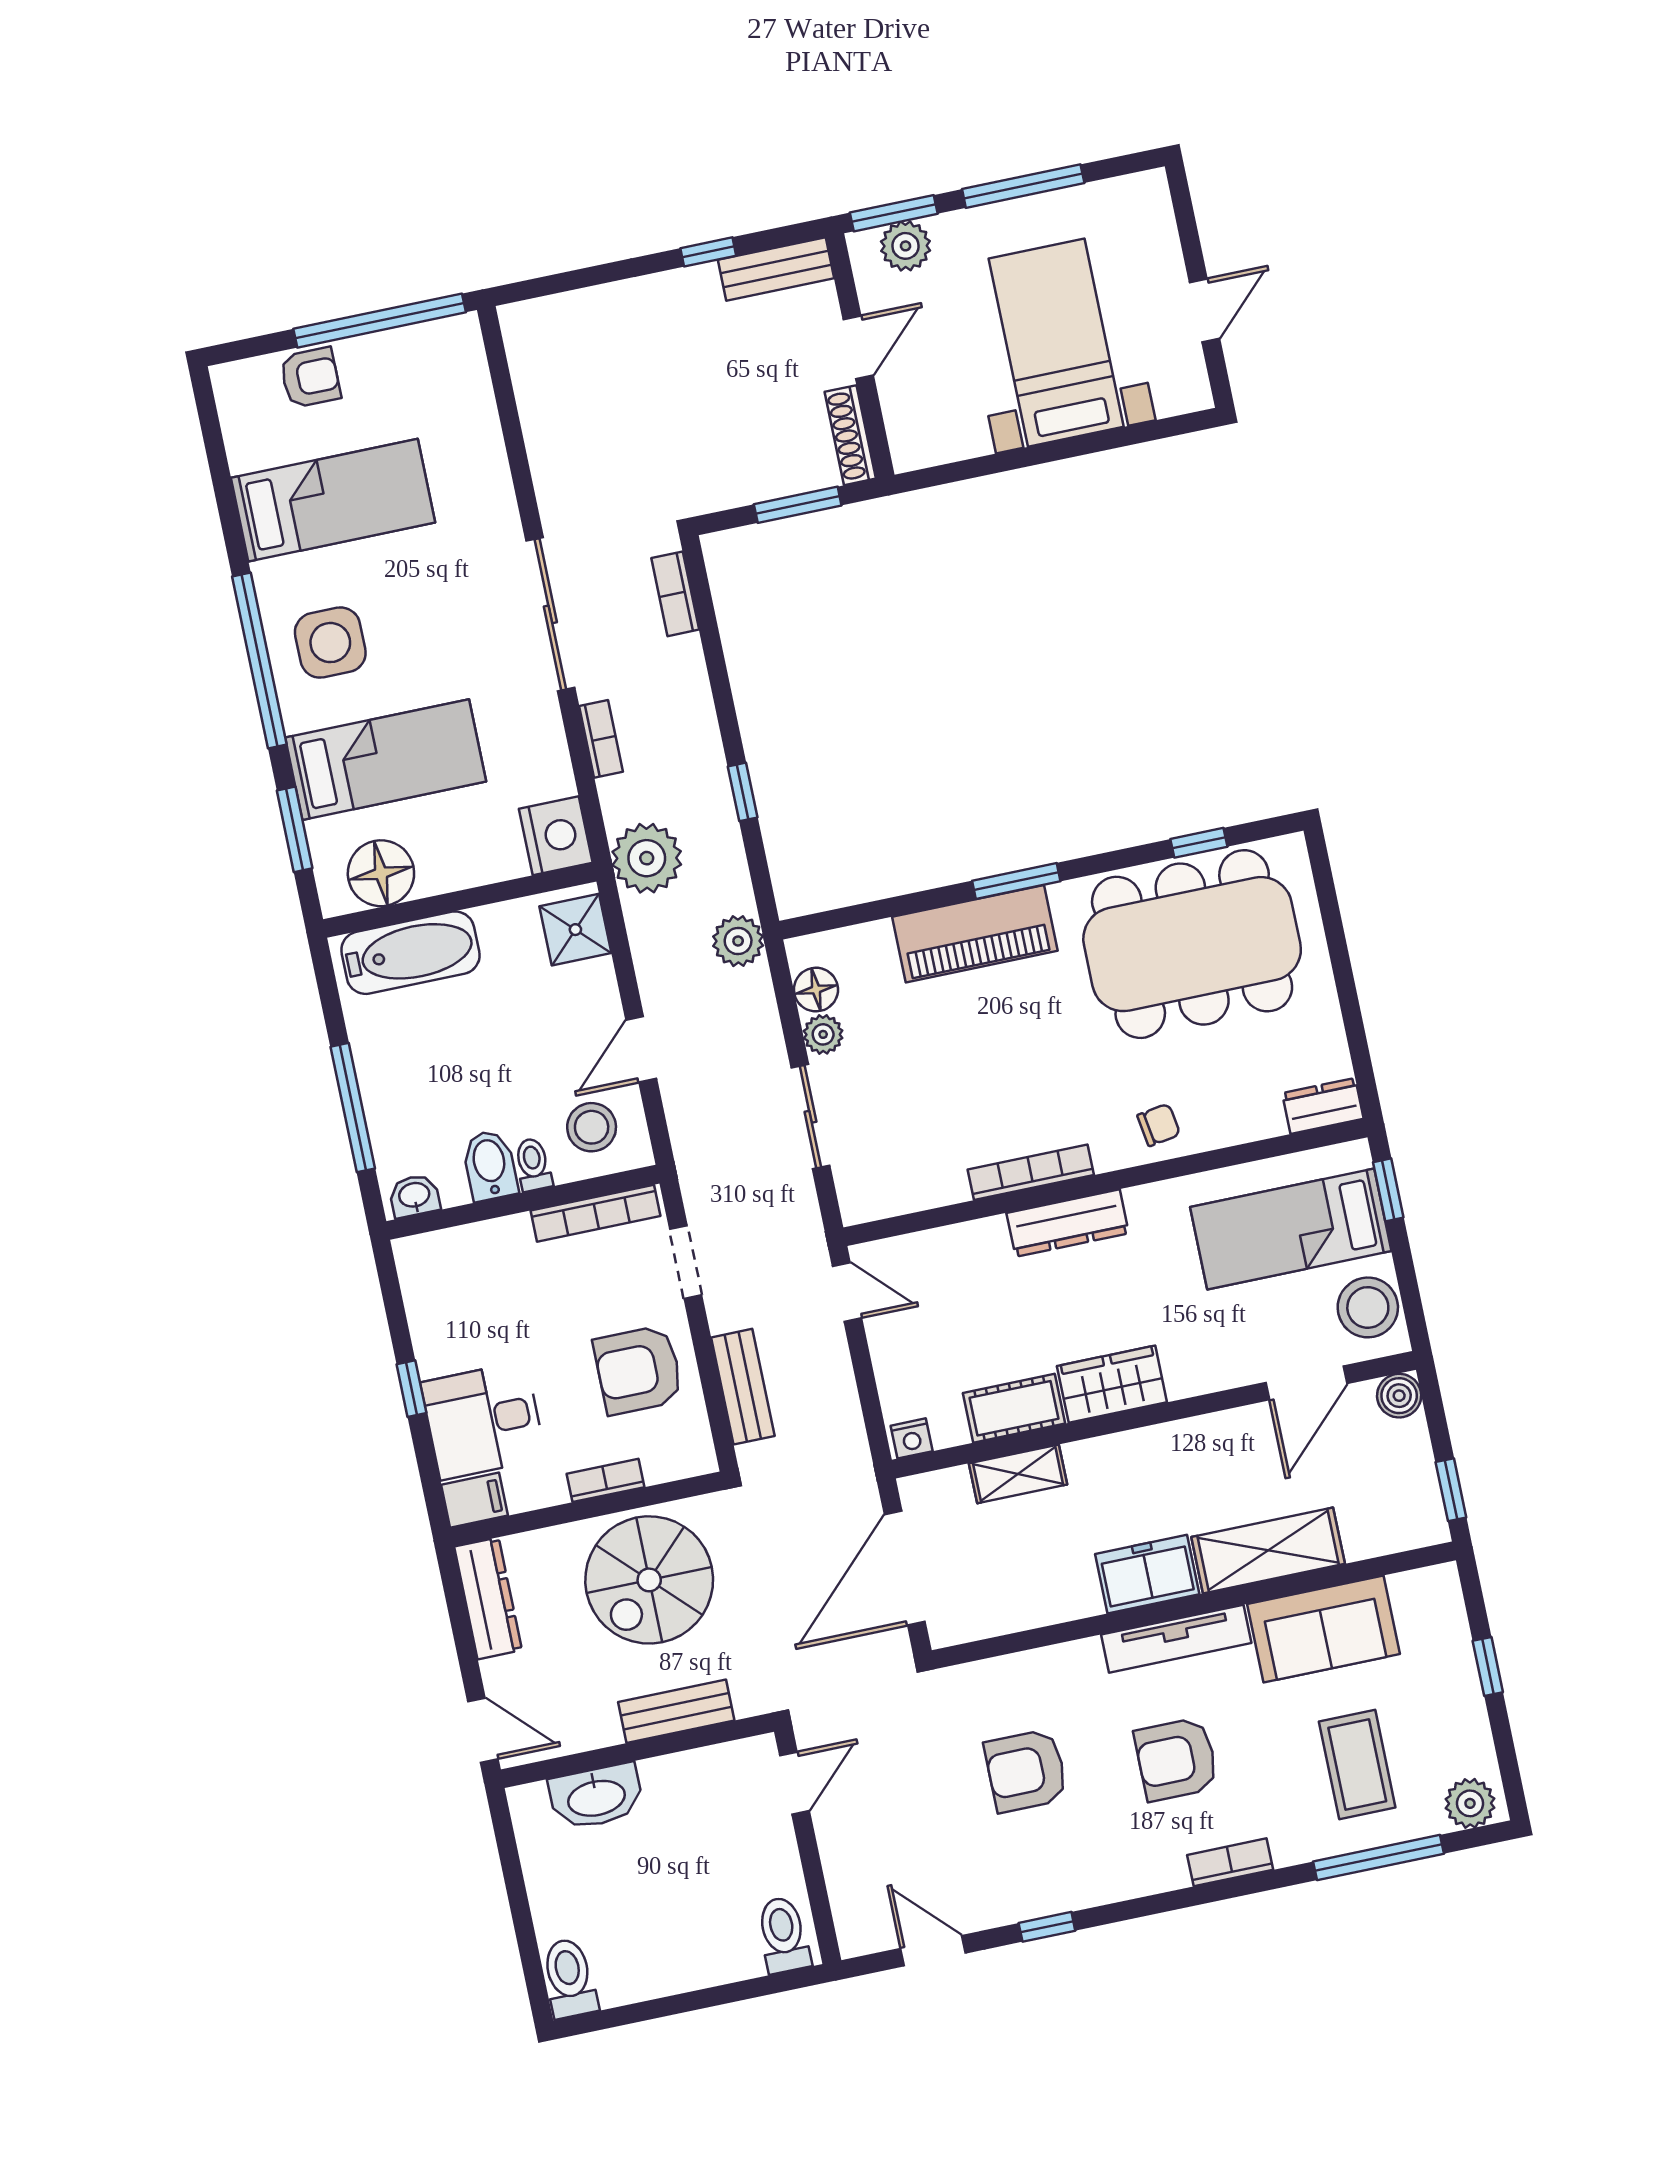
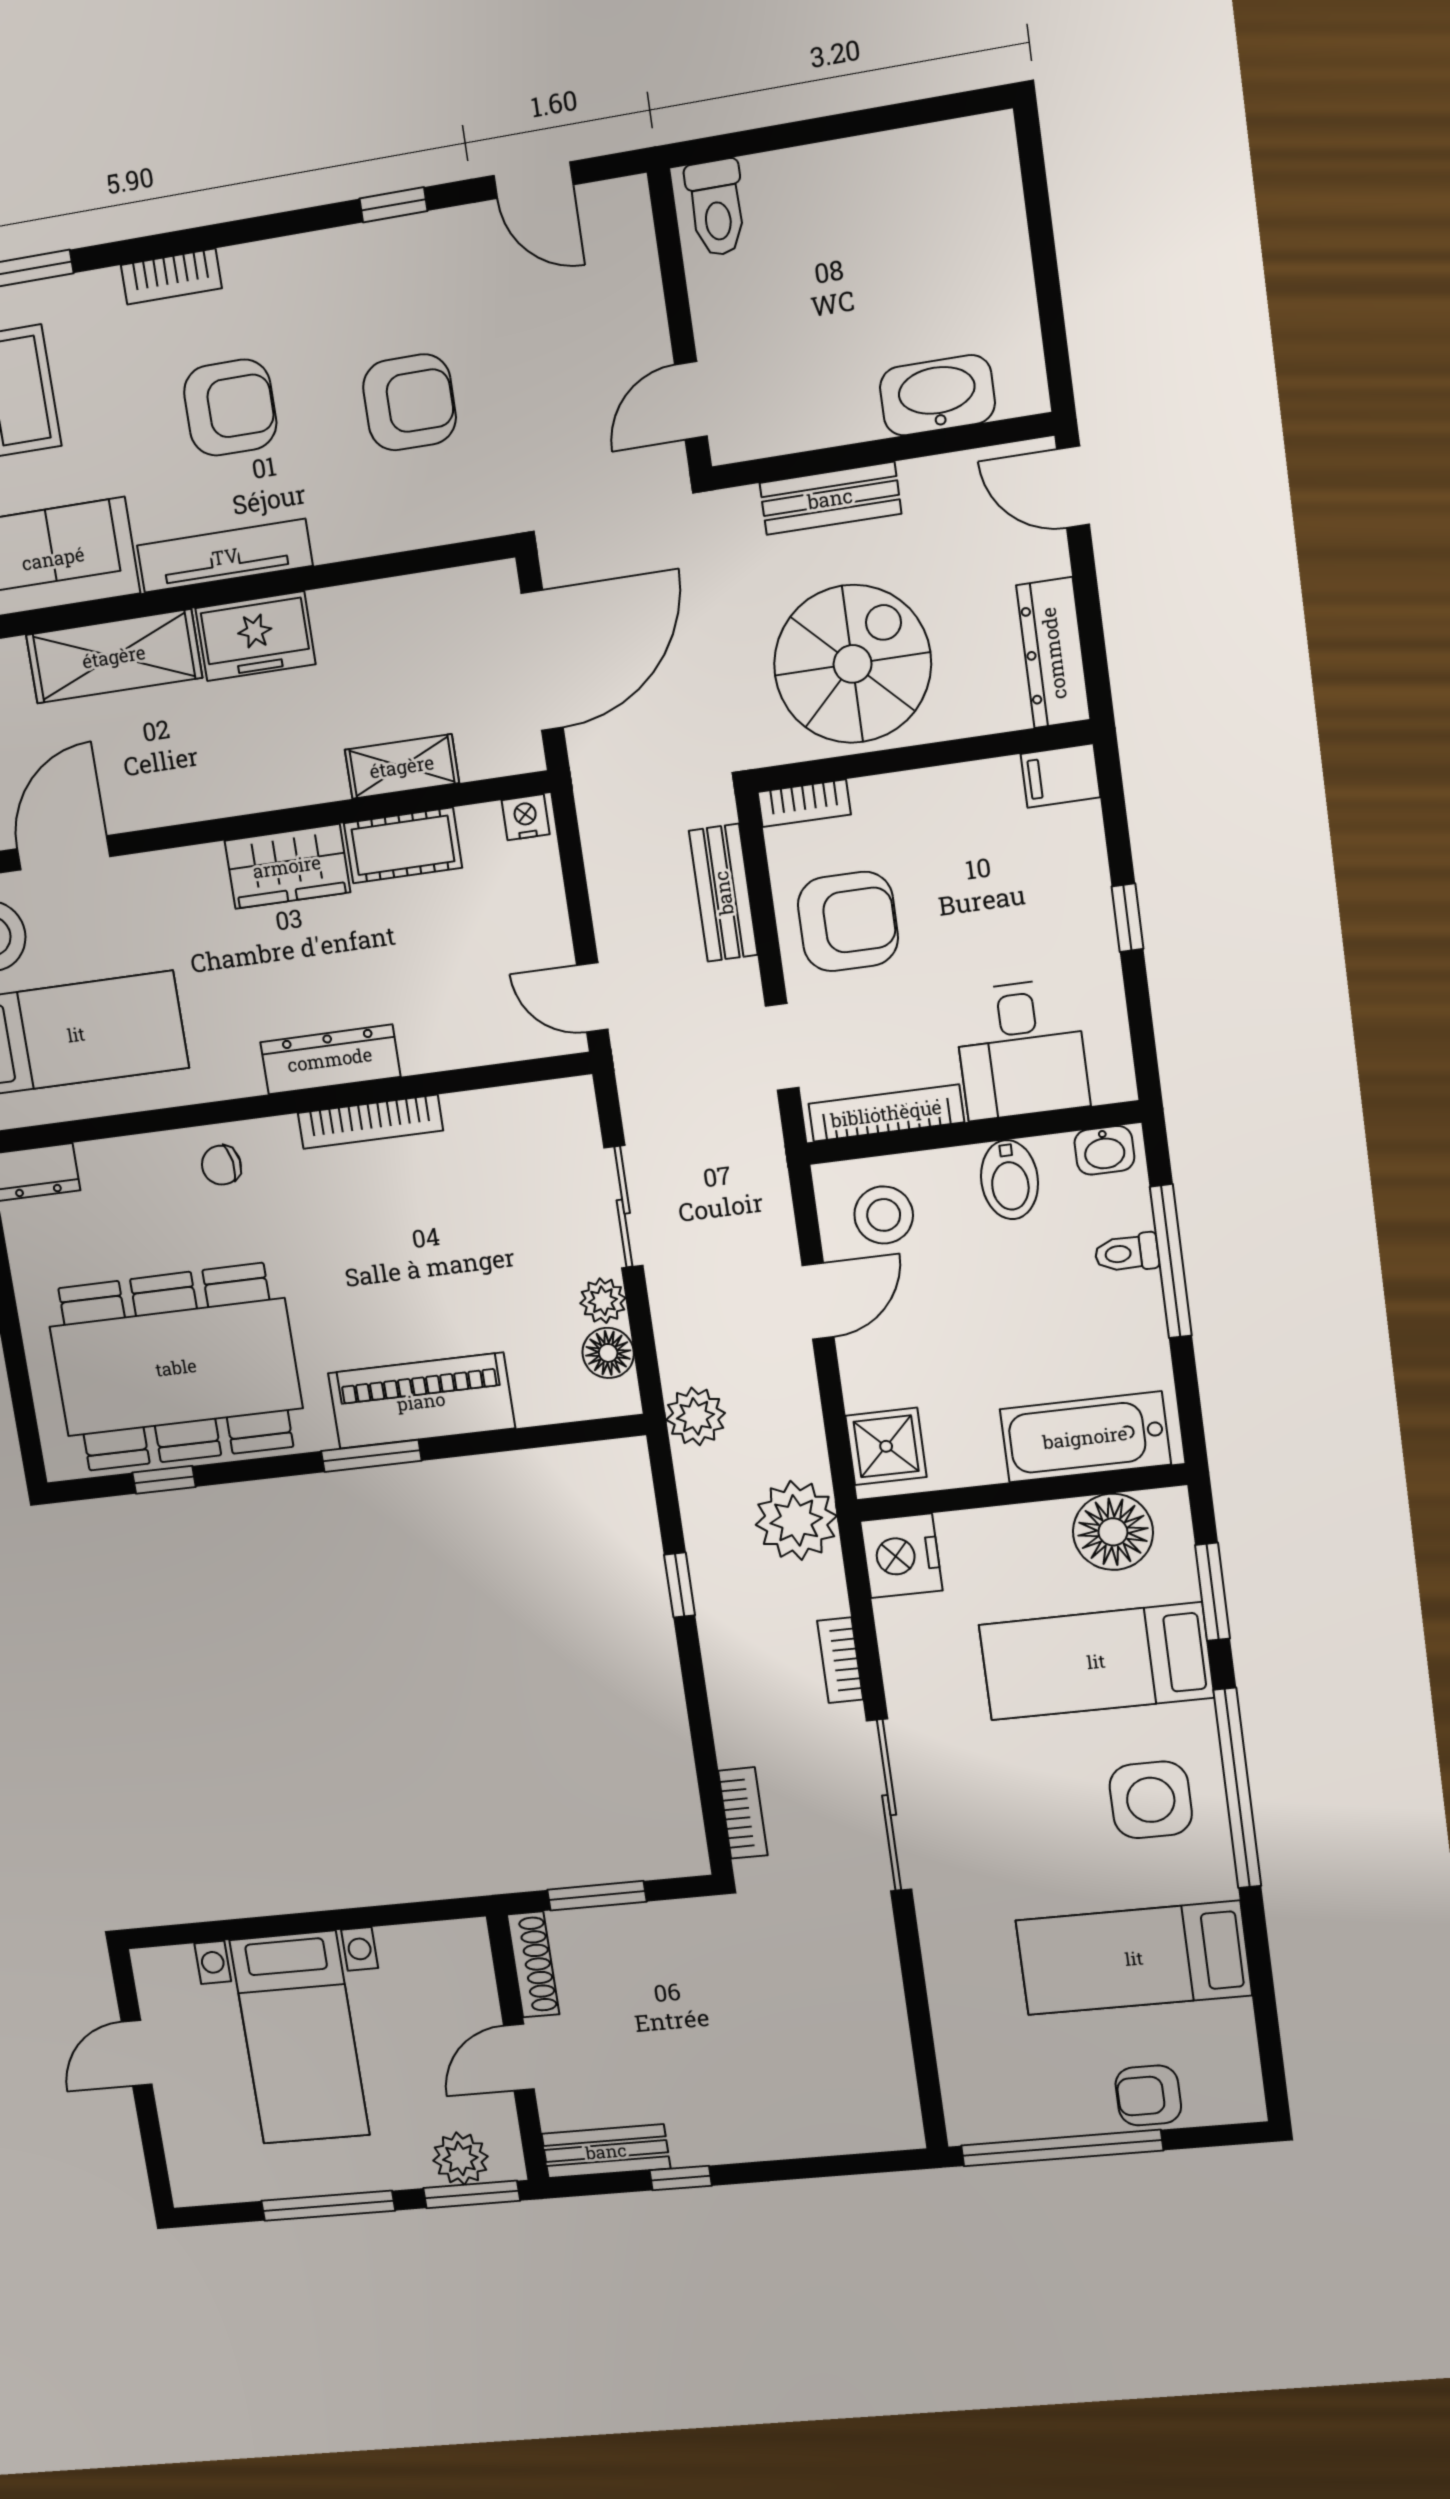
toilet: (533, 1165) -> (1127, 1253), moved, turned 90
desk: (483, 1420) -> (1021, 1049), moved, turned 90
bookcase: (605, 1480) -> (804, 803), moved
toilet: (569, 1978) -> (988, 163), removed

